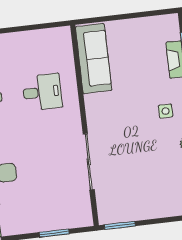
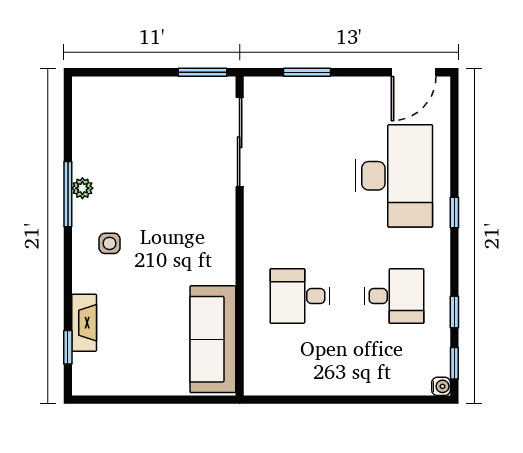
sliding door: (89, 162) -> (240, 142), moved

